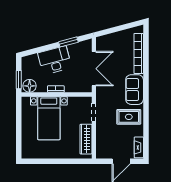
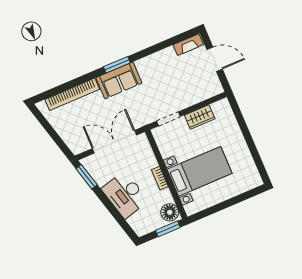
window: (68, 42) -> (87, 177), moved
window: (146, 93) -> (117, 65), added
rug: (129, 117) -> (156, 73), removed
wardrobe: (86, 139) -> (200, 117), width x0.67

